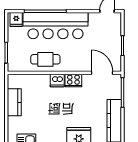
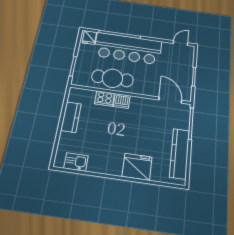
cafe table: (45, 59) -> (112, 78), width x1.37, depth x1.35
cooker: (73, 80) -> (105, 99), moved

